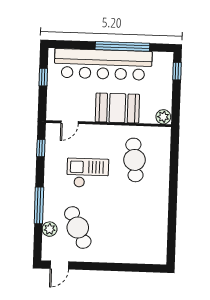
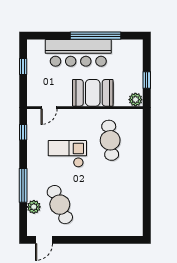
bar counter: (103, 64) -> (78, 53), width x0.73
window: (177, 71) -> (147, 80), moved

